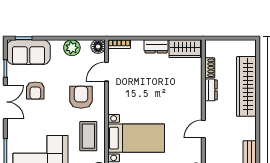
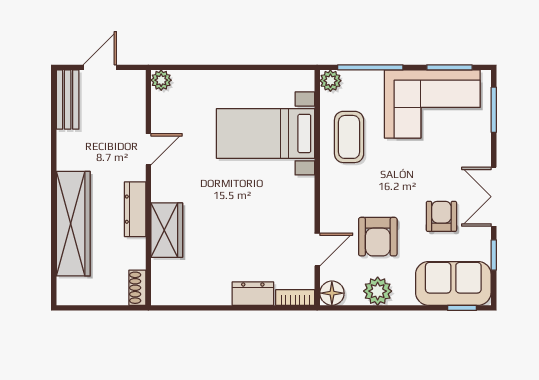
dresser: (156, 46) -> (253, 294), moved
wardrobe: (185, 49) -> (167, 230), moved, turned 90
shoe rack: (210, 68) -> (137, 288), moved
dresser: (211, 90) -> (135, 209), width x1.44
armchair: (81, 97) -> (378, 237), moved

